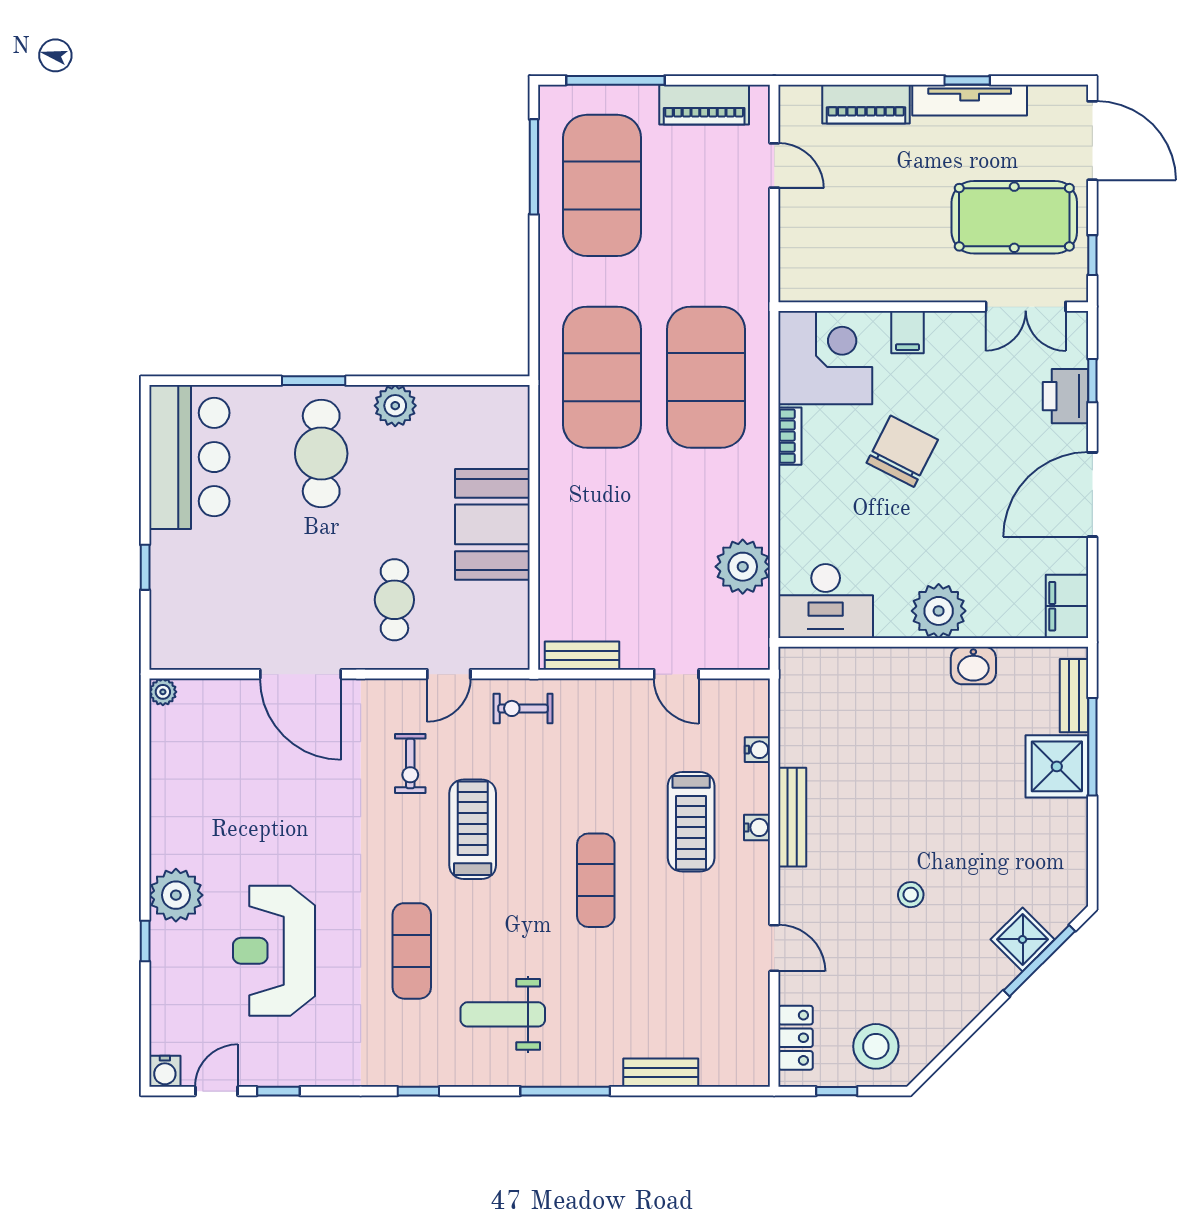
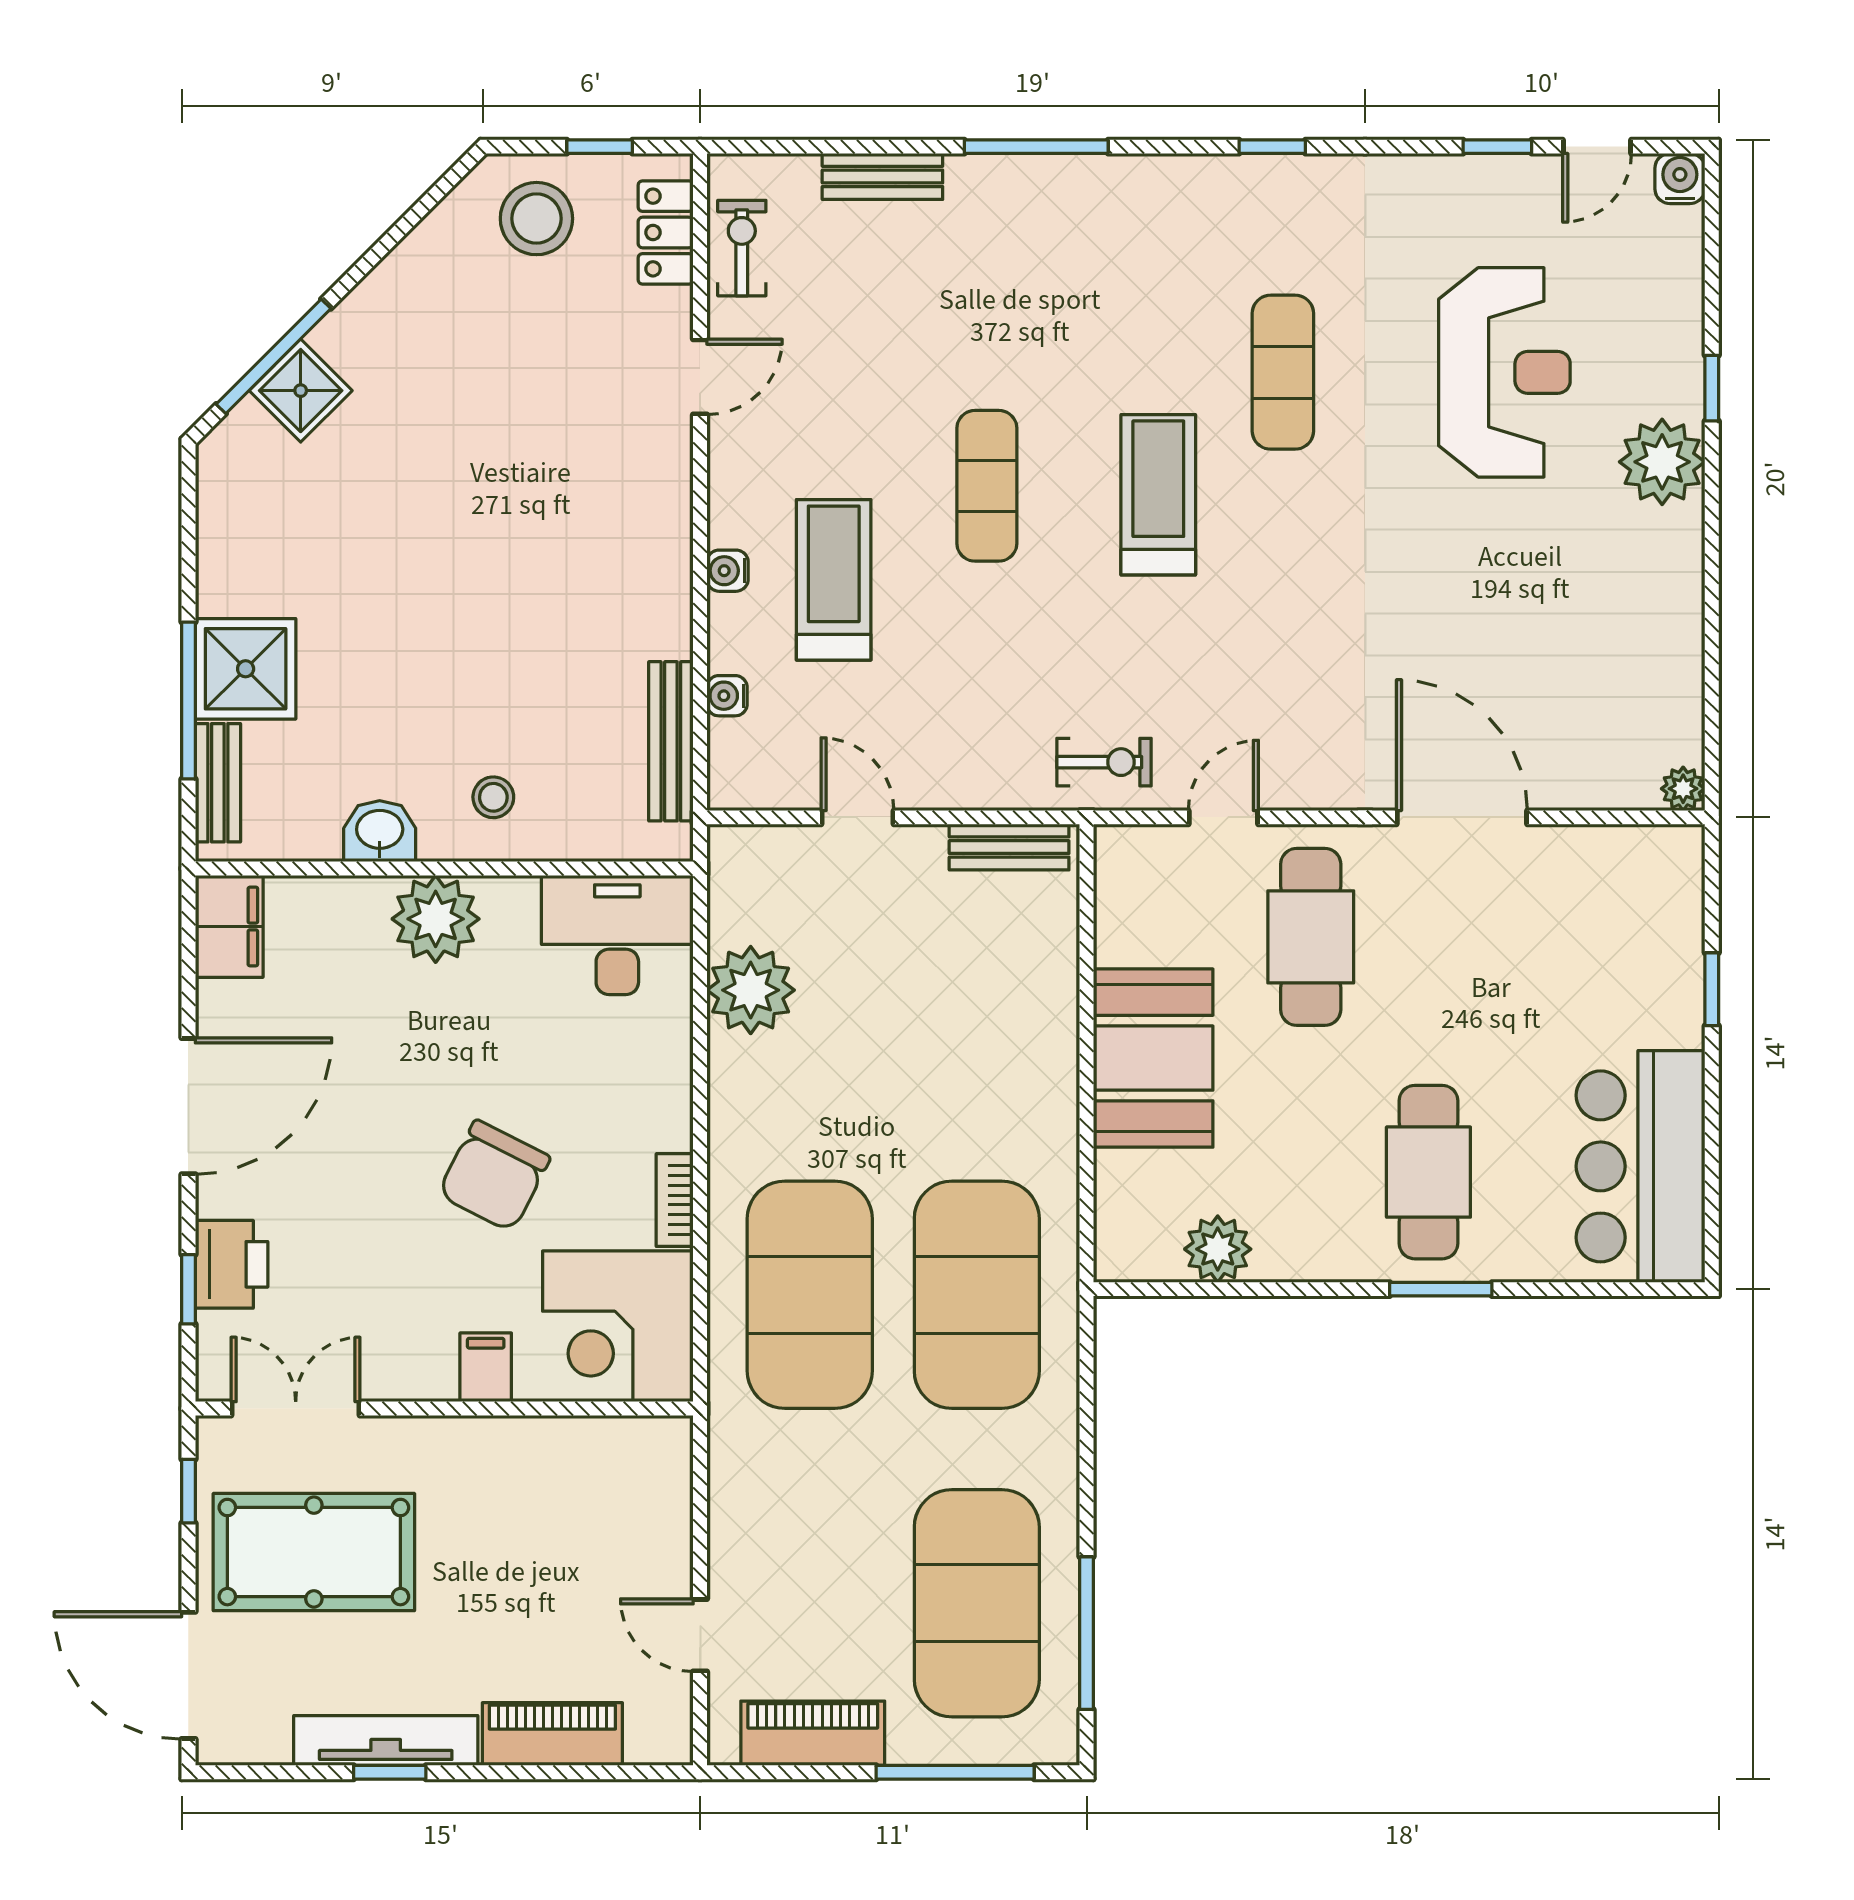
plant: (395, 406) -> (1218, 1249), moved
cafe table: (394, 600) -> (1311, 937), width x1.37, depth x1.35
exercise bike: (410, 763) -> (742, 248), moved
bench: (792, 817) -> (671, 741), moved
treadmill: (473, 829) -> (1158, 495), moved, turned 180
stool: (911, 895) -> (493, 797), moved
door: (774, 948) -> (700, 377), swing flipped
weight bench: (503, 1014) -> (1137, 270), removed

